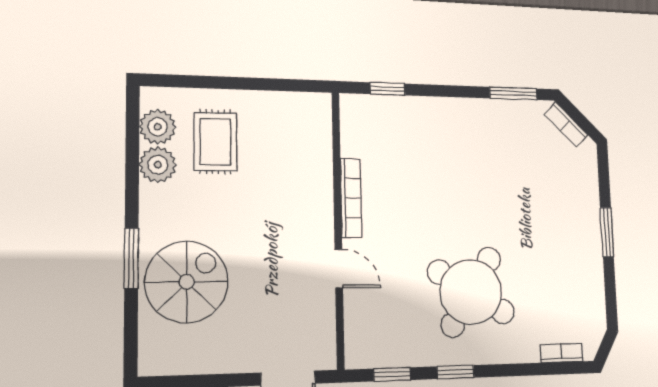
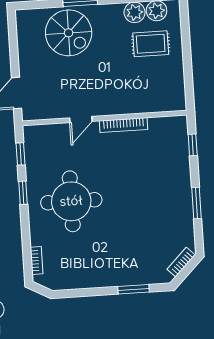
window: (513, 93) -> (196, 203), moved
window: (607, 232) -> (134, 289), moved
round table: (471, 292) -> (71, 201), turned -32

